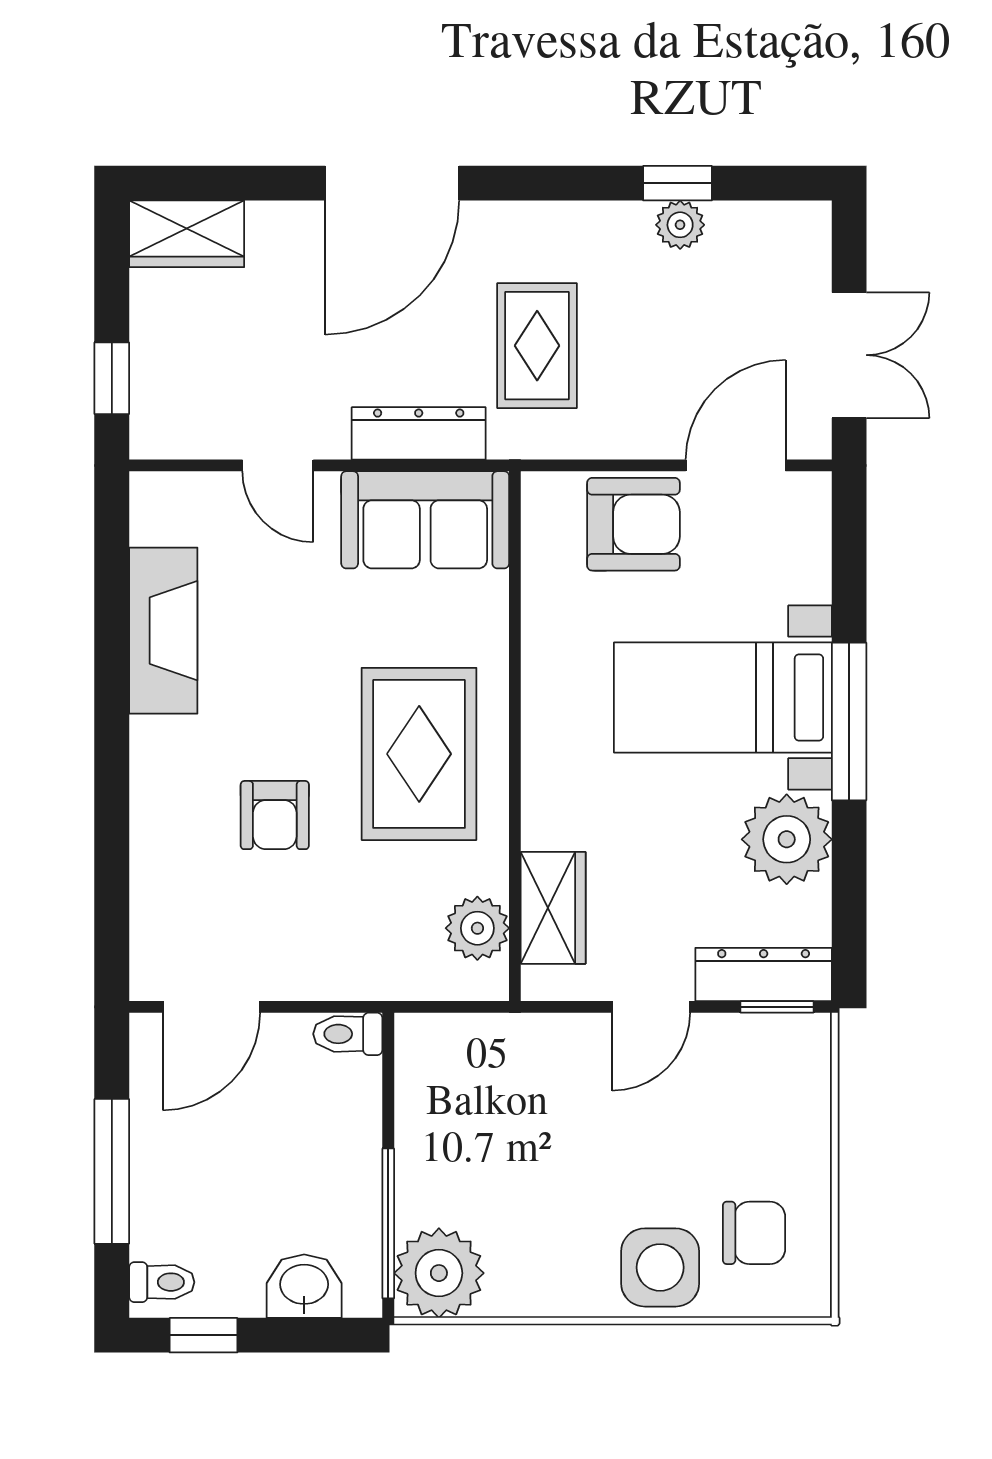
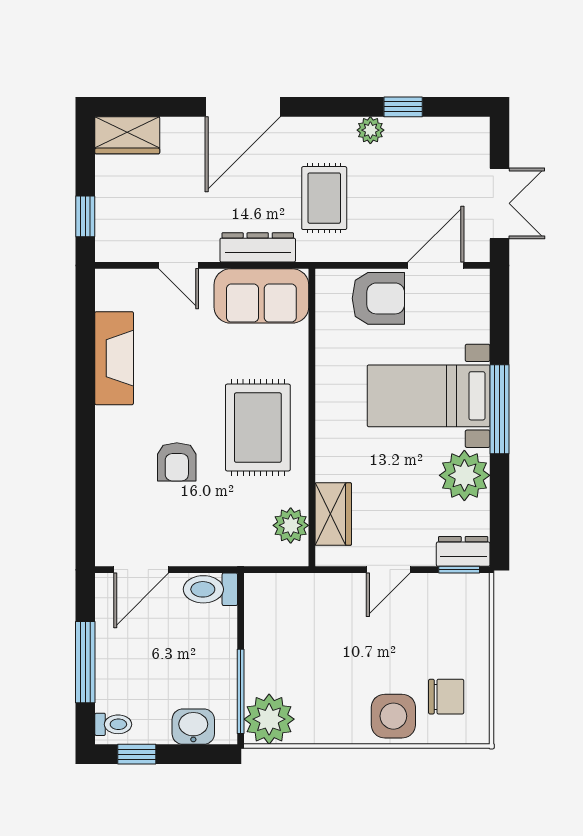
plant: (680, 225) -> (370, 130), moved
dresser: (764, 974) -> (463, 551), width x0.70
toilet: (348, 1034) -> (210, 589), width x1.37, depth x1.39

